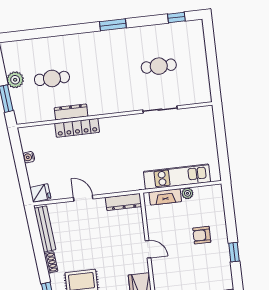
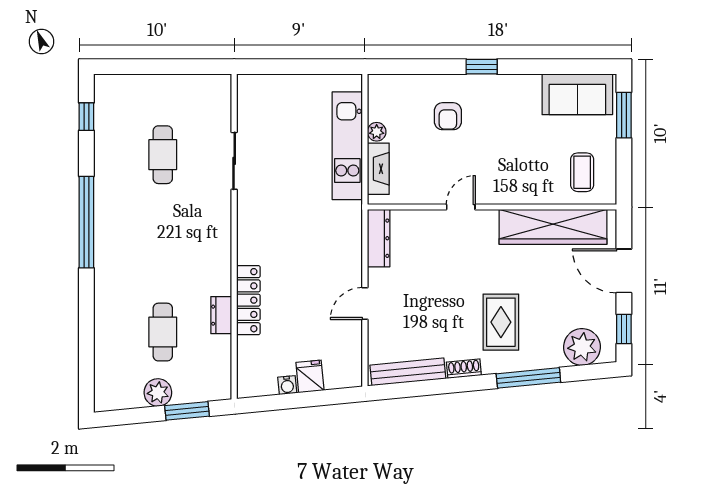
window: (113, 25) -> (86, 222), width x2.11
dresser: (71, 112) -> (221, 315), width x0.70
fridge: (40, 193) -> (310, 376), moved

